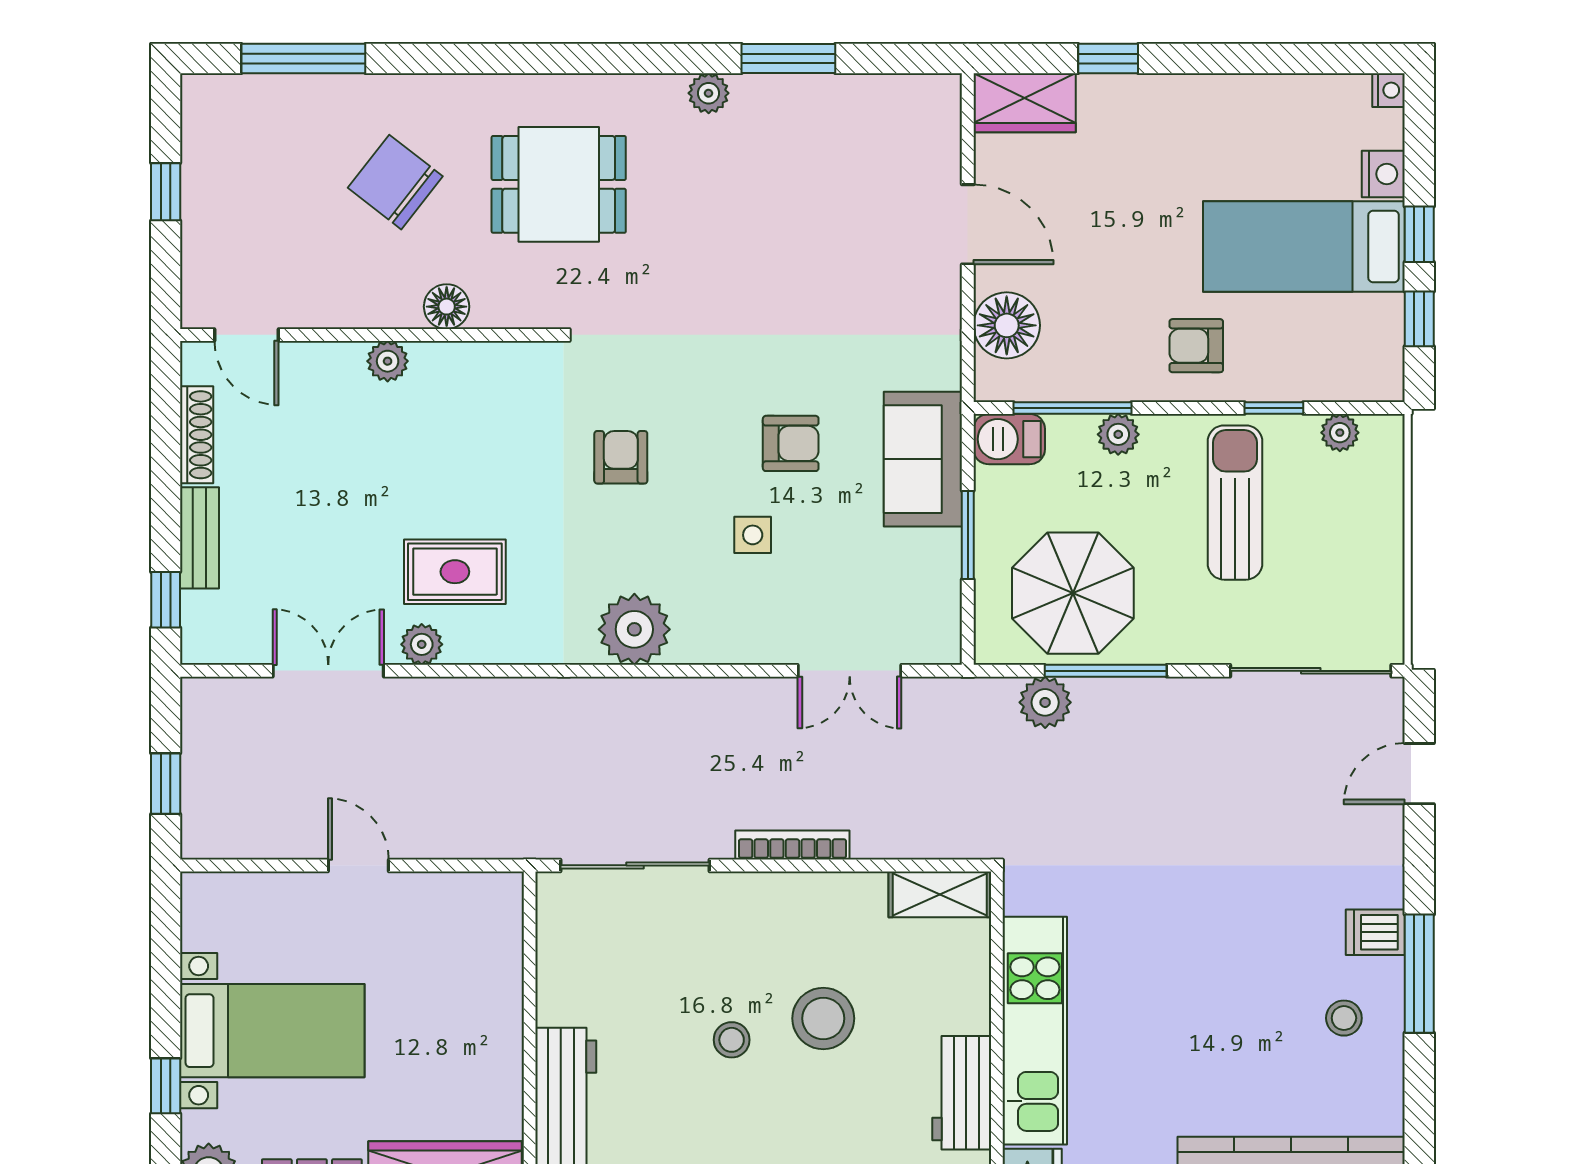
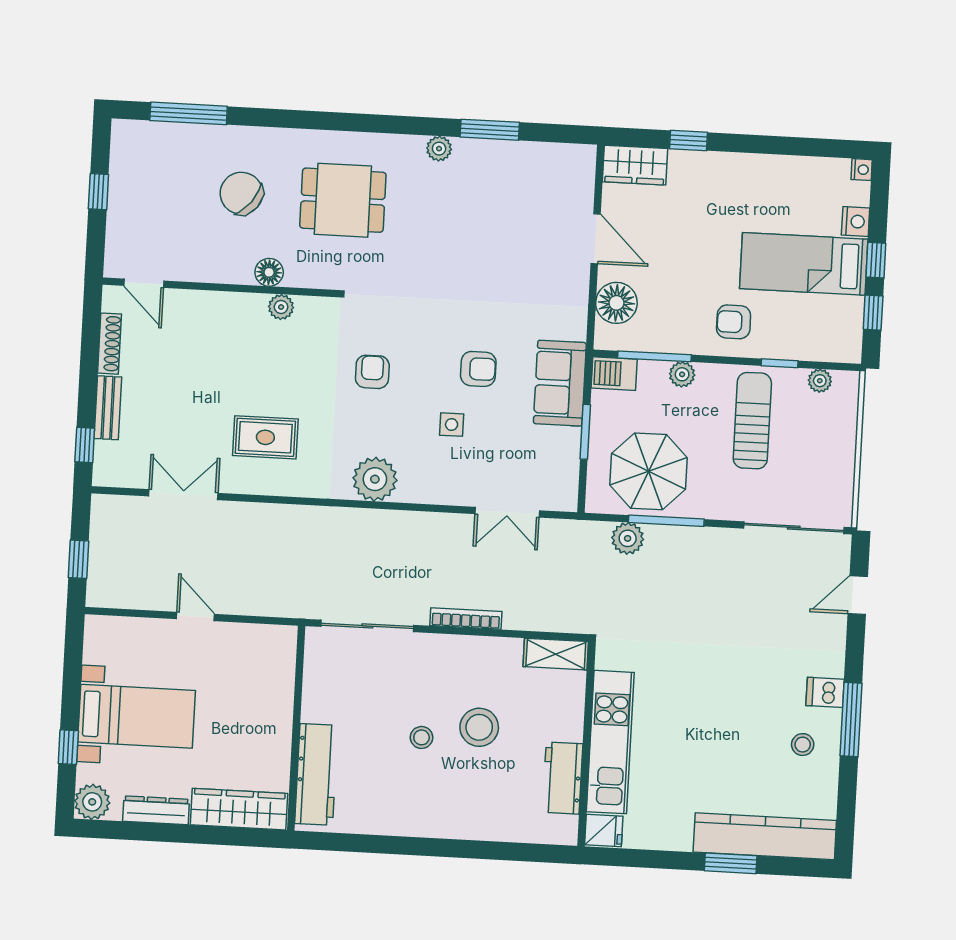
plant: (388, 361) -> (281, 307), moved
plant: (422, 644) -> (242, 481), removed

